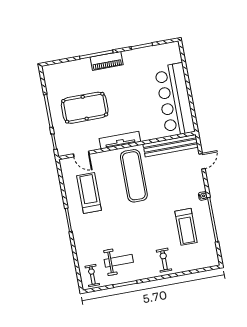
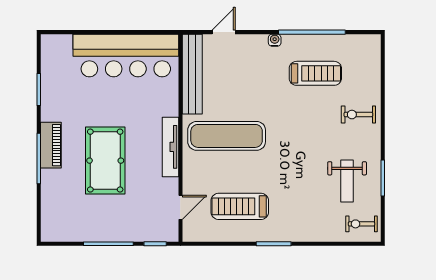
pool table: (85, 108) -> (105, 161), moved
door: (202, 161) -> (224, 32), hinge flipped
weight bench: (119, 261) -> (347, 181), turned 180

